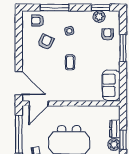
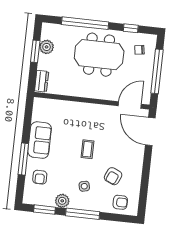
window: (54, 8) -> (83, 214), moved
plant: (99, 17) -> (62, 201), moved
sofa: (111, 85) -> (40, 140), moved
dresser: (115, 129) -> (42, 81), moved

